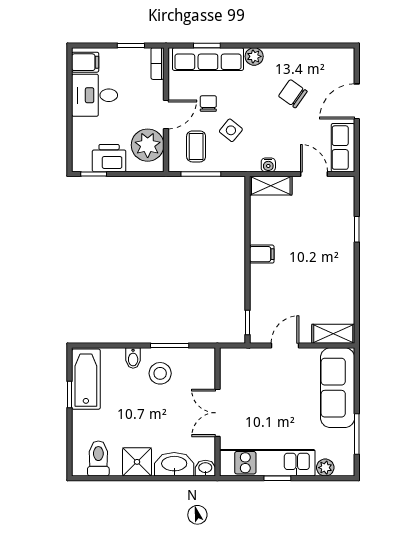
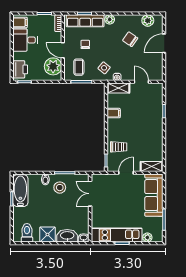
plant: (326, 59) -> (148, 21), added
door: (166, 114) -> (63, 50), swing flipped
side table: (231, 130) -> (104, 68), moved
row of seats: (343, 148) -> (157, 68), removed
printer: (109, 158) -> (20, 69), moved, turned 90
filing cabinet: (262, 254) -> (114, 113), moved
trolley: (271, 297) -> (119, 147), added
double door: (217, 413) -> (90, 194), moved

